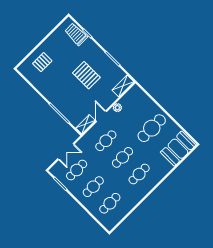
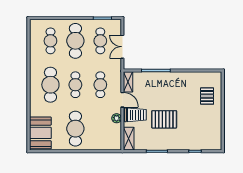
trolley: (76, 34) -> (135, 115), moved
cafe table: (139, 174) -> (50, 85), width x1.37, depth x1.35
cafe table: (93, 187) -> (75, 41), width x1.37, depth x1.35

